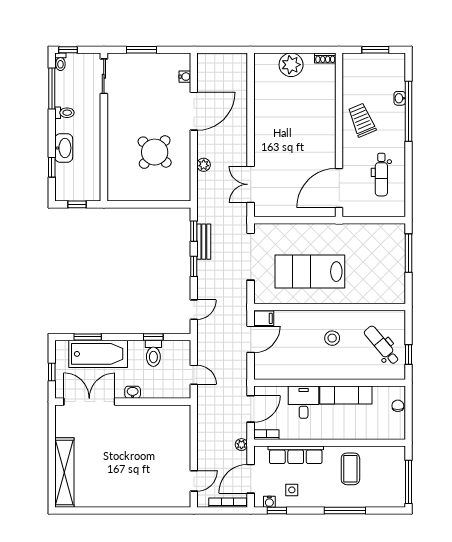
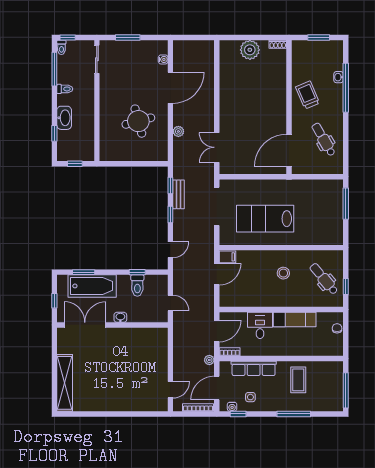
round table: (155, 152) -> (138, 121), turned 33
dental chair: (381, 175) -> (324, 139), turned 150

